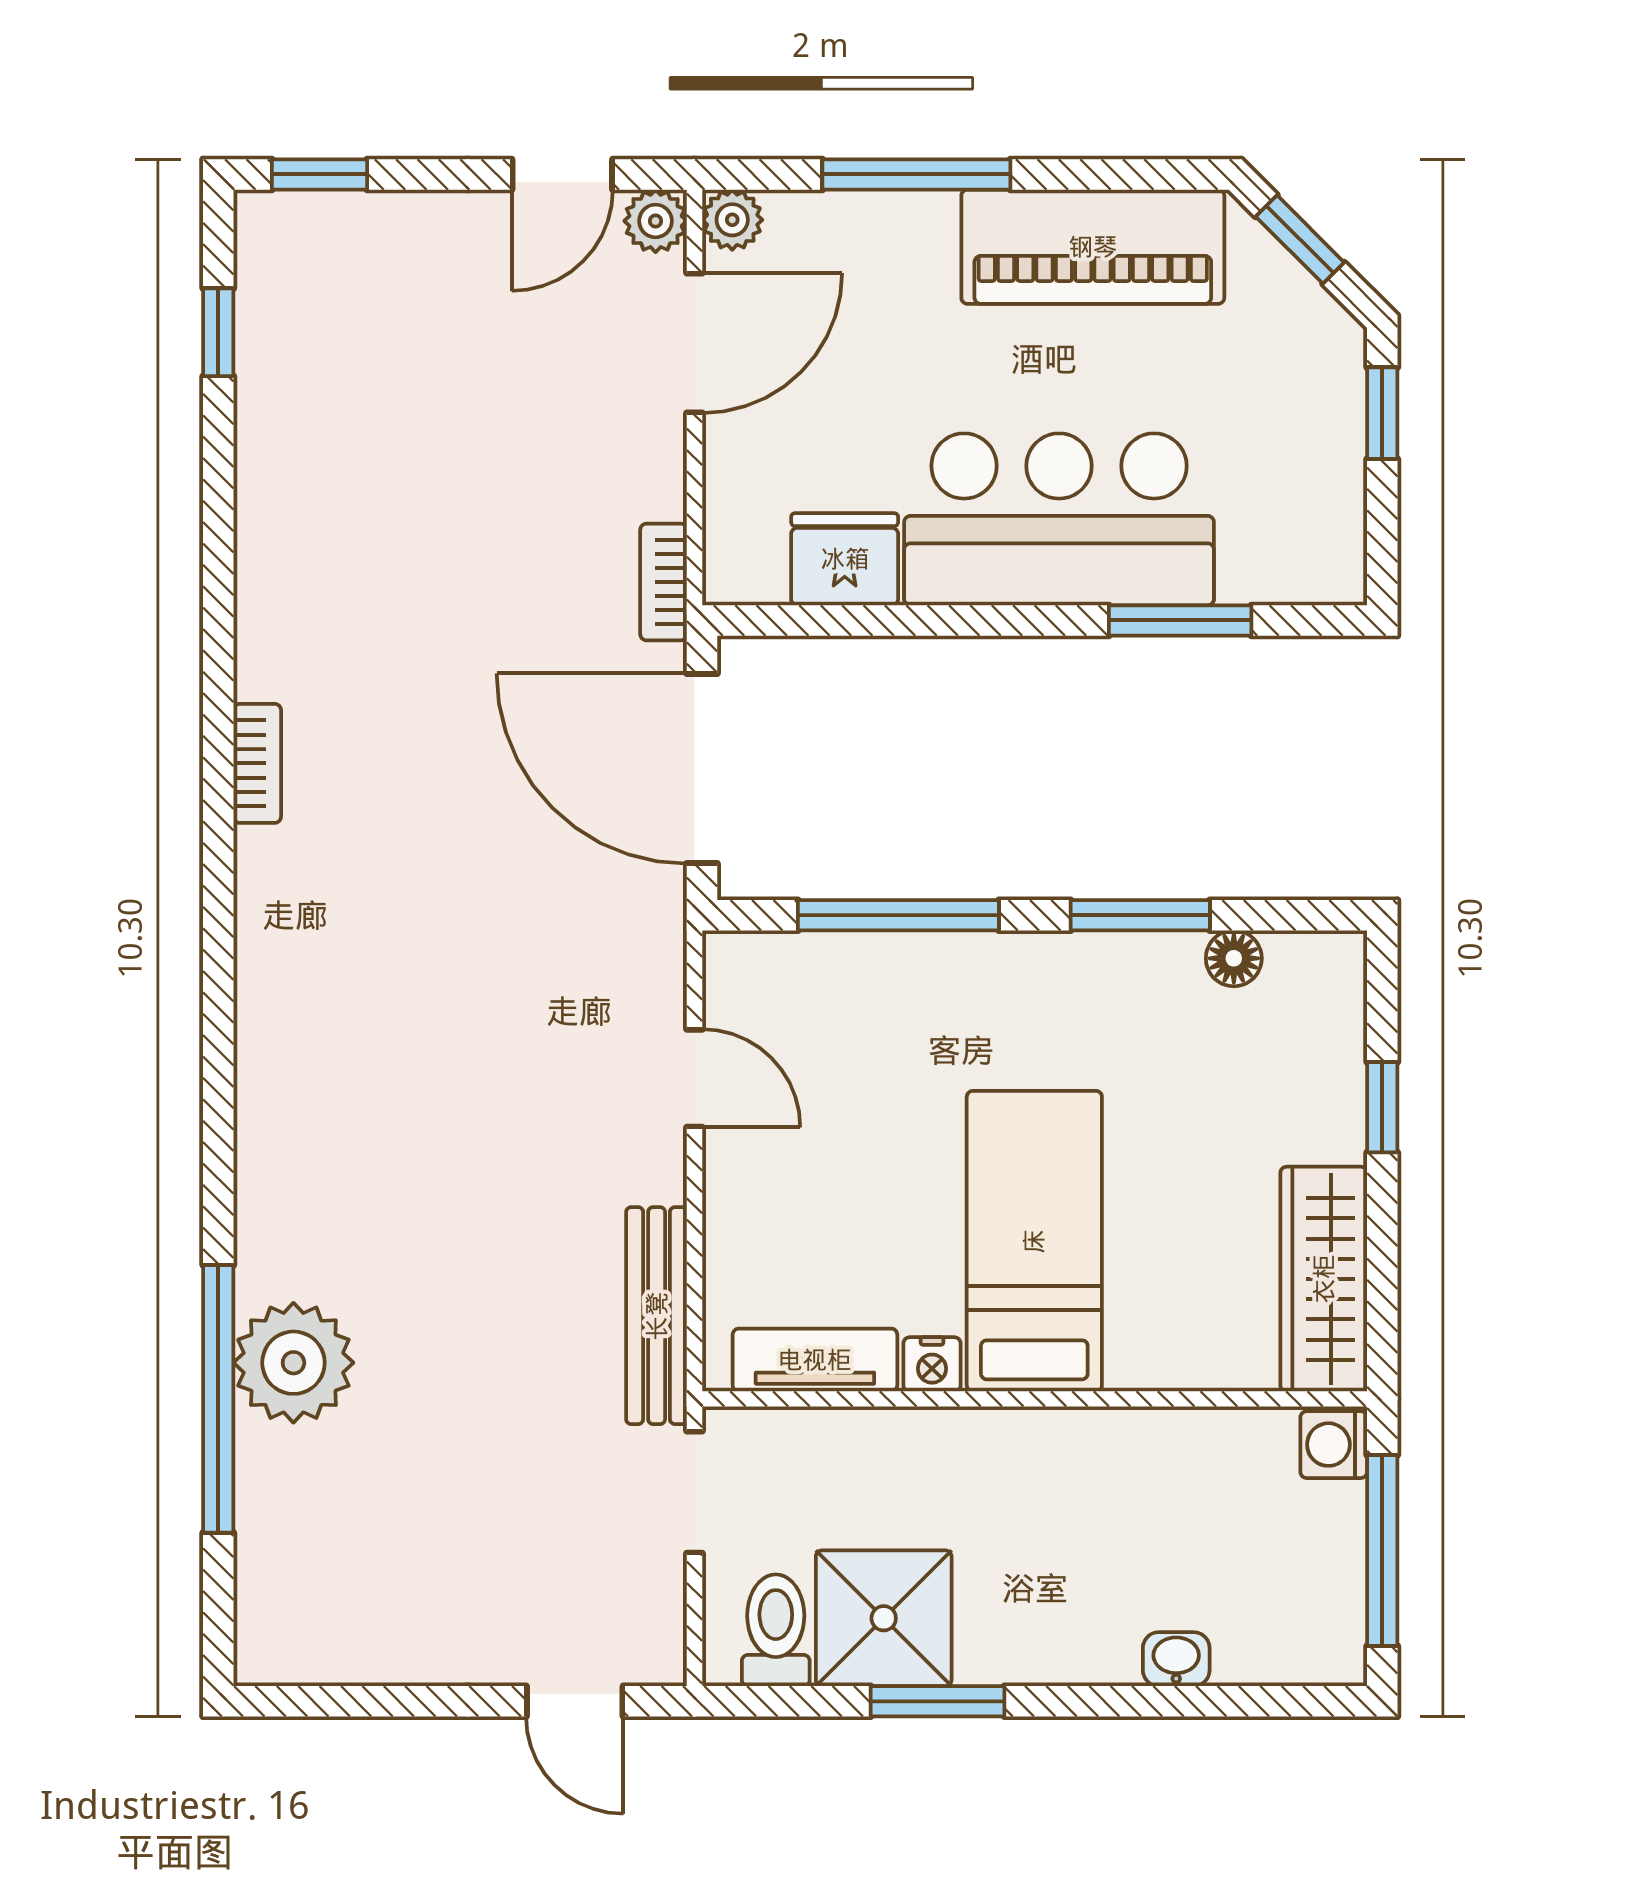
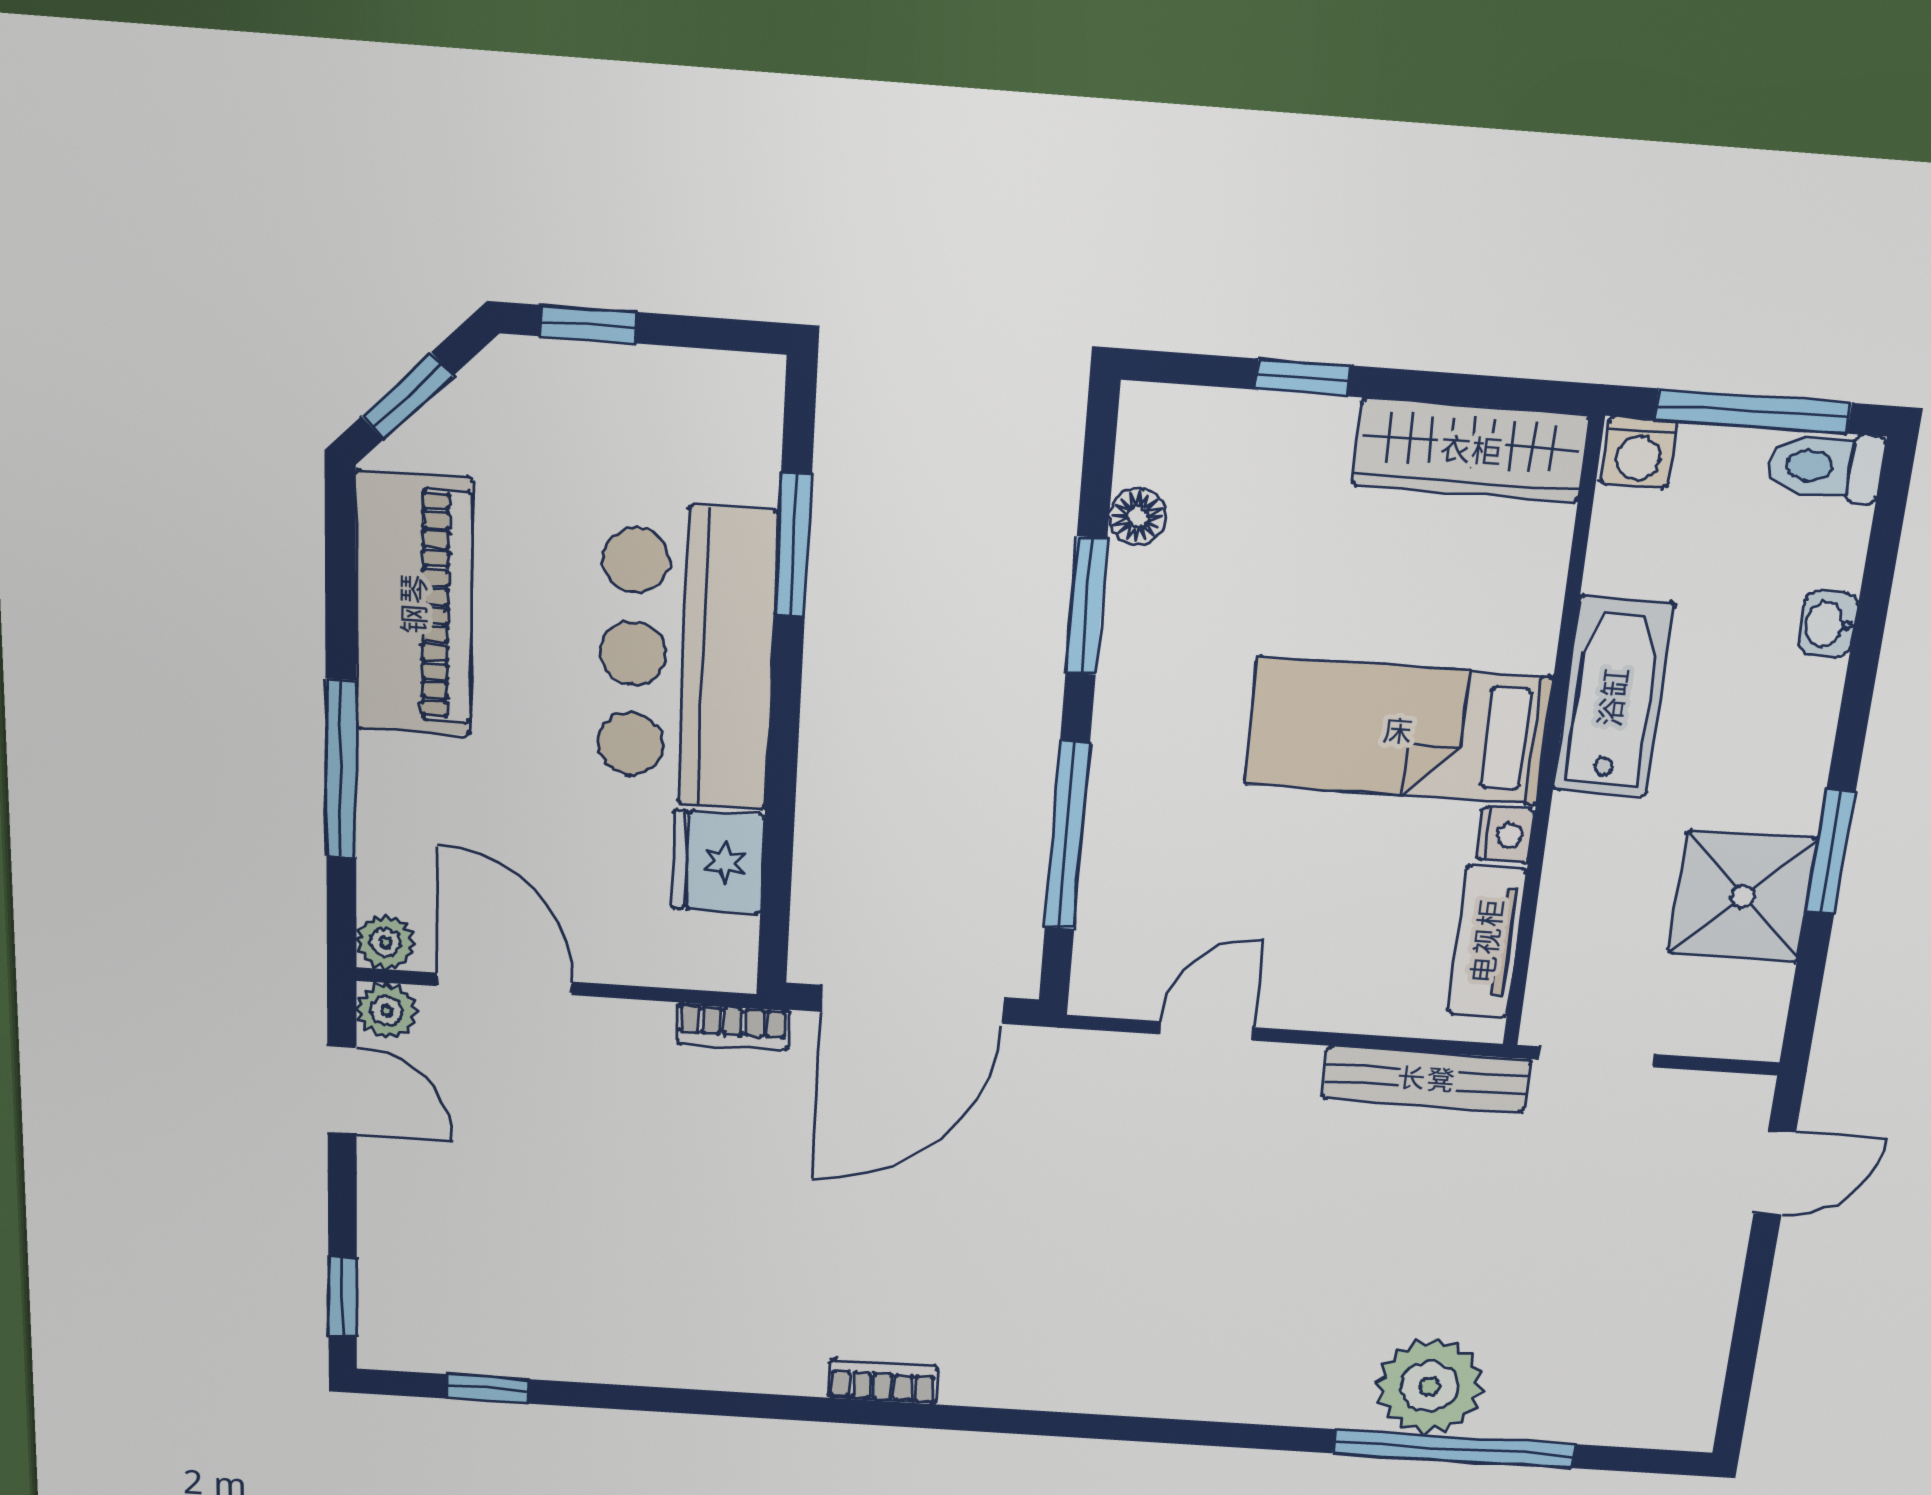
bathtub: (1086, 1455) -> (1613, 697), added
toilet: (776, 1630) -> (1825, 467), moved

